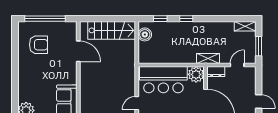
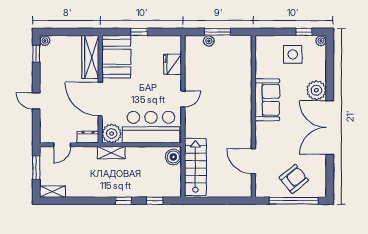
stairs: (112, 30) -> (195, 167), moved, turned 90
boiler: (145, 34) -> (173, 157), moved
armchair: (38, 45) -> (294, 179), moved, turned 141
shelving: (208, 59) -> (111, 153), moved
double door: (15, 79) -> (330, 128), added

